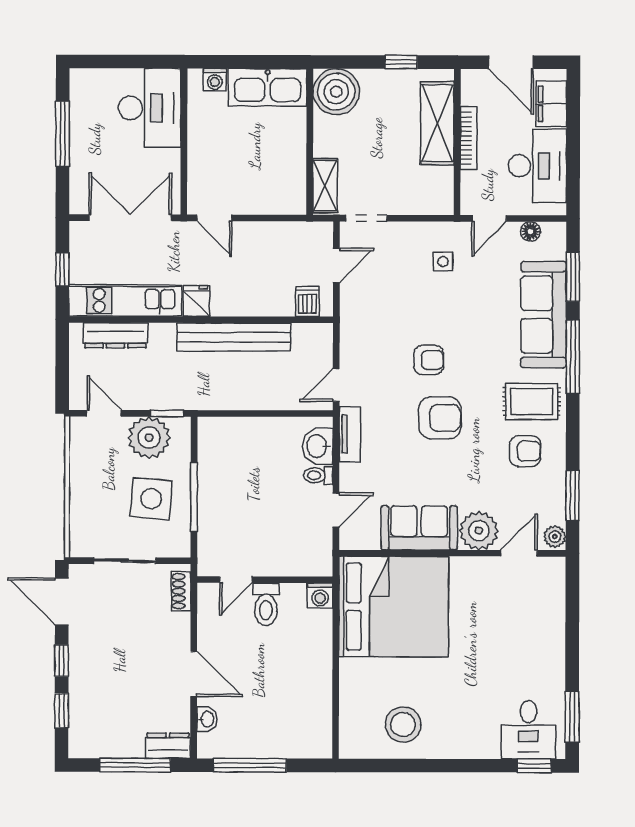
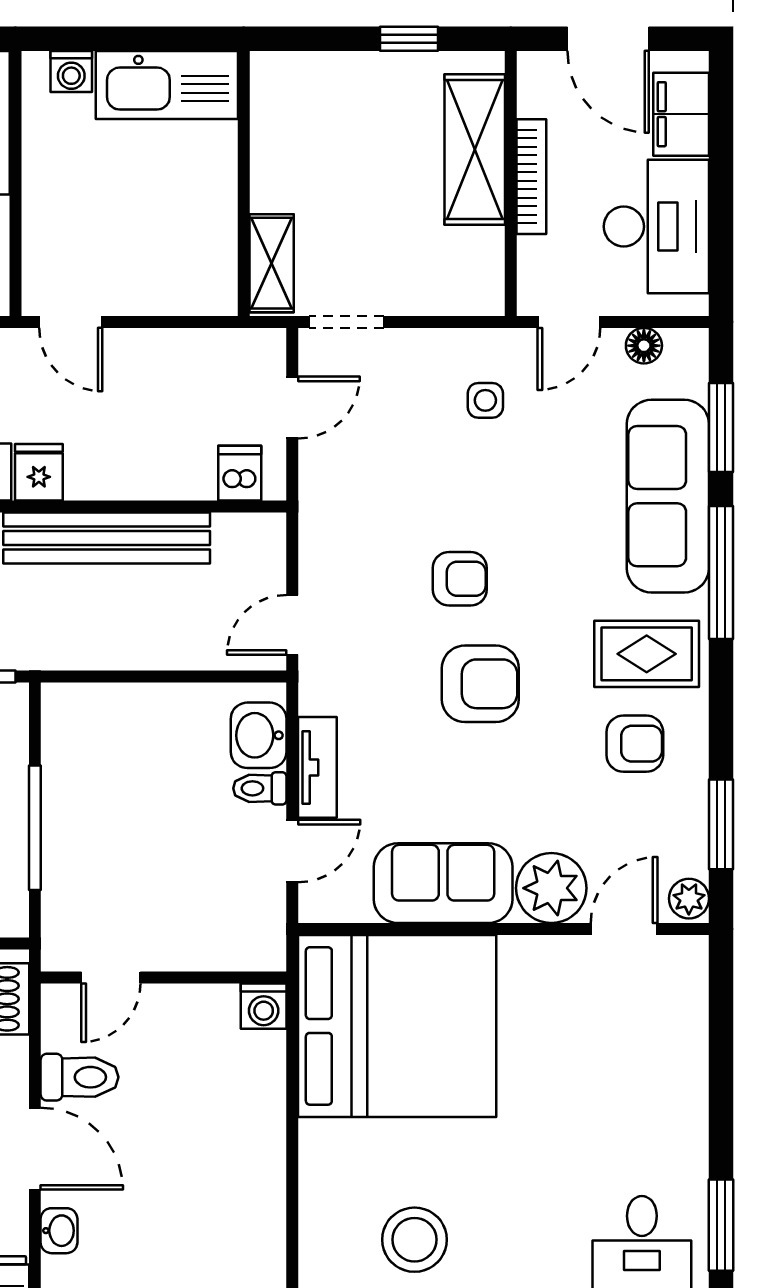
boiler: (336, 92) -> (291, 93), removed
tv unit: (350, 434) -> (317, 767), moved
toilet: (266, 604) -> (79, 1077), moved, turned -90

